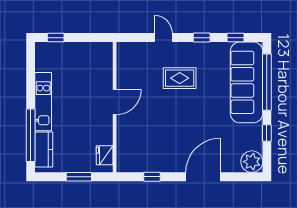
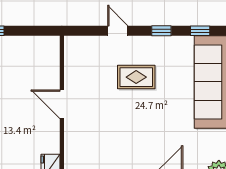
door: (115, 102) -> (62, 104), swing flipped

